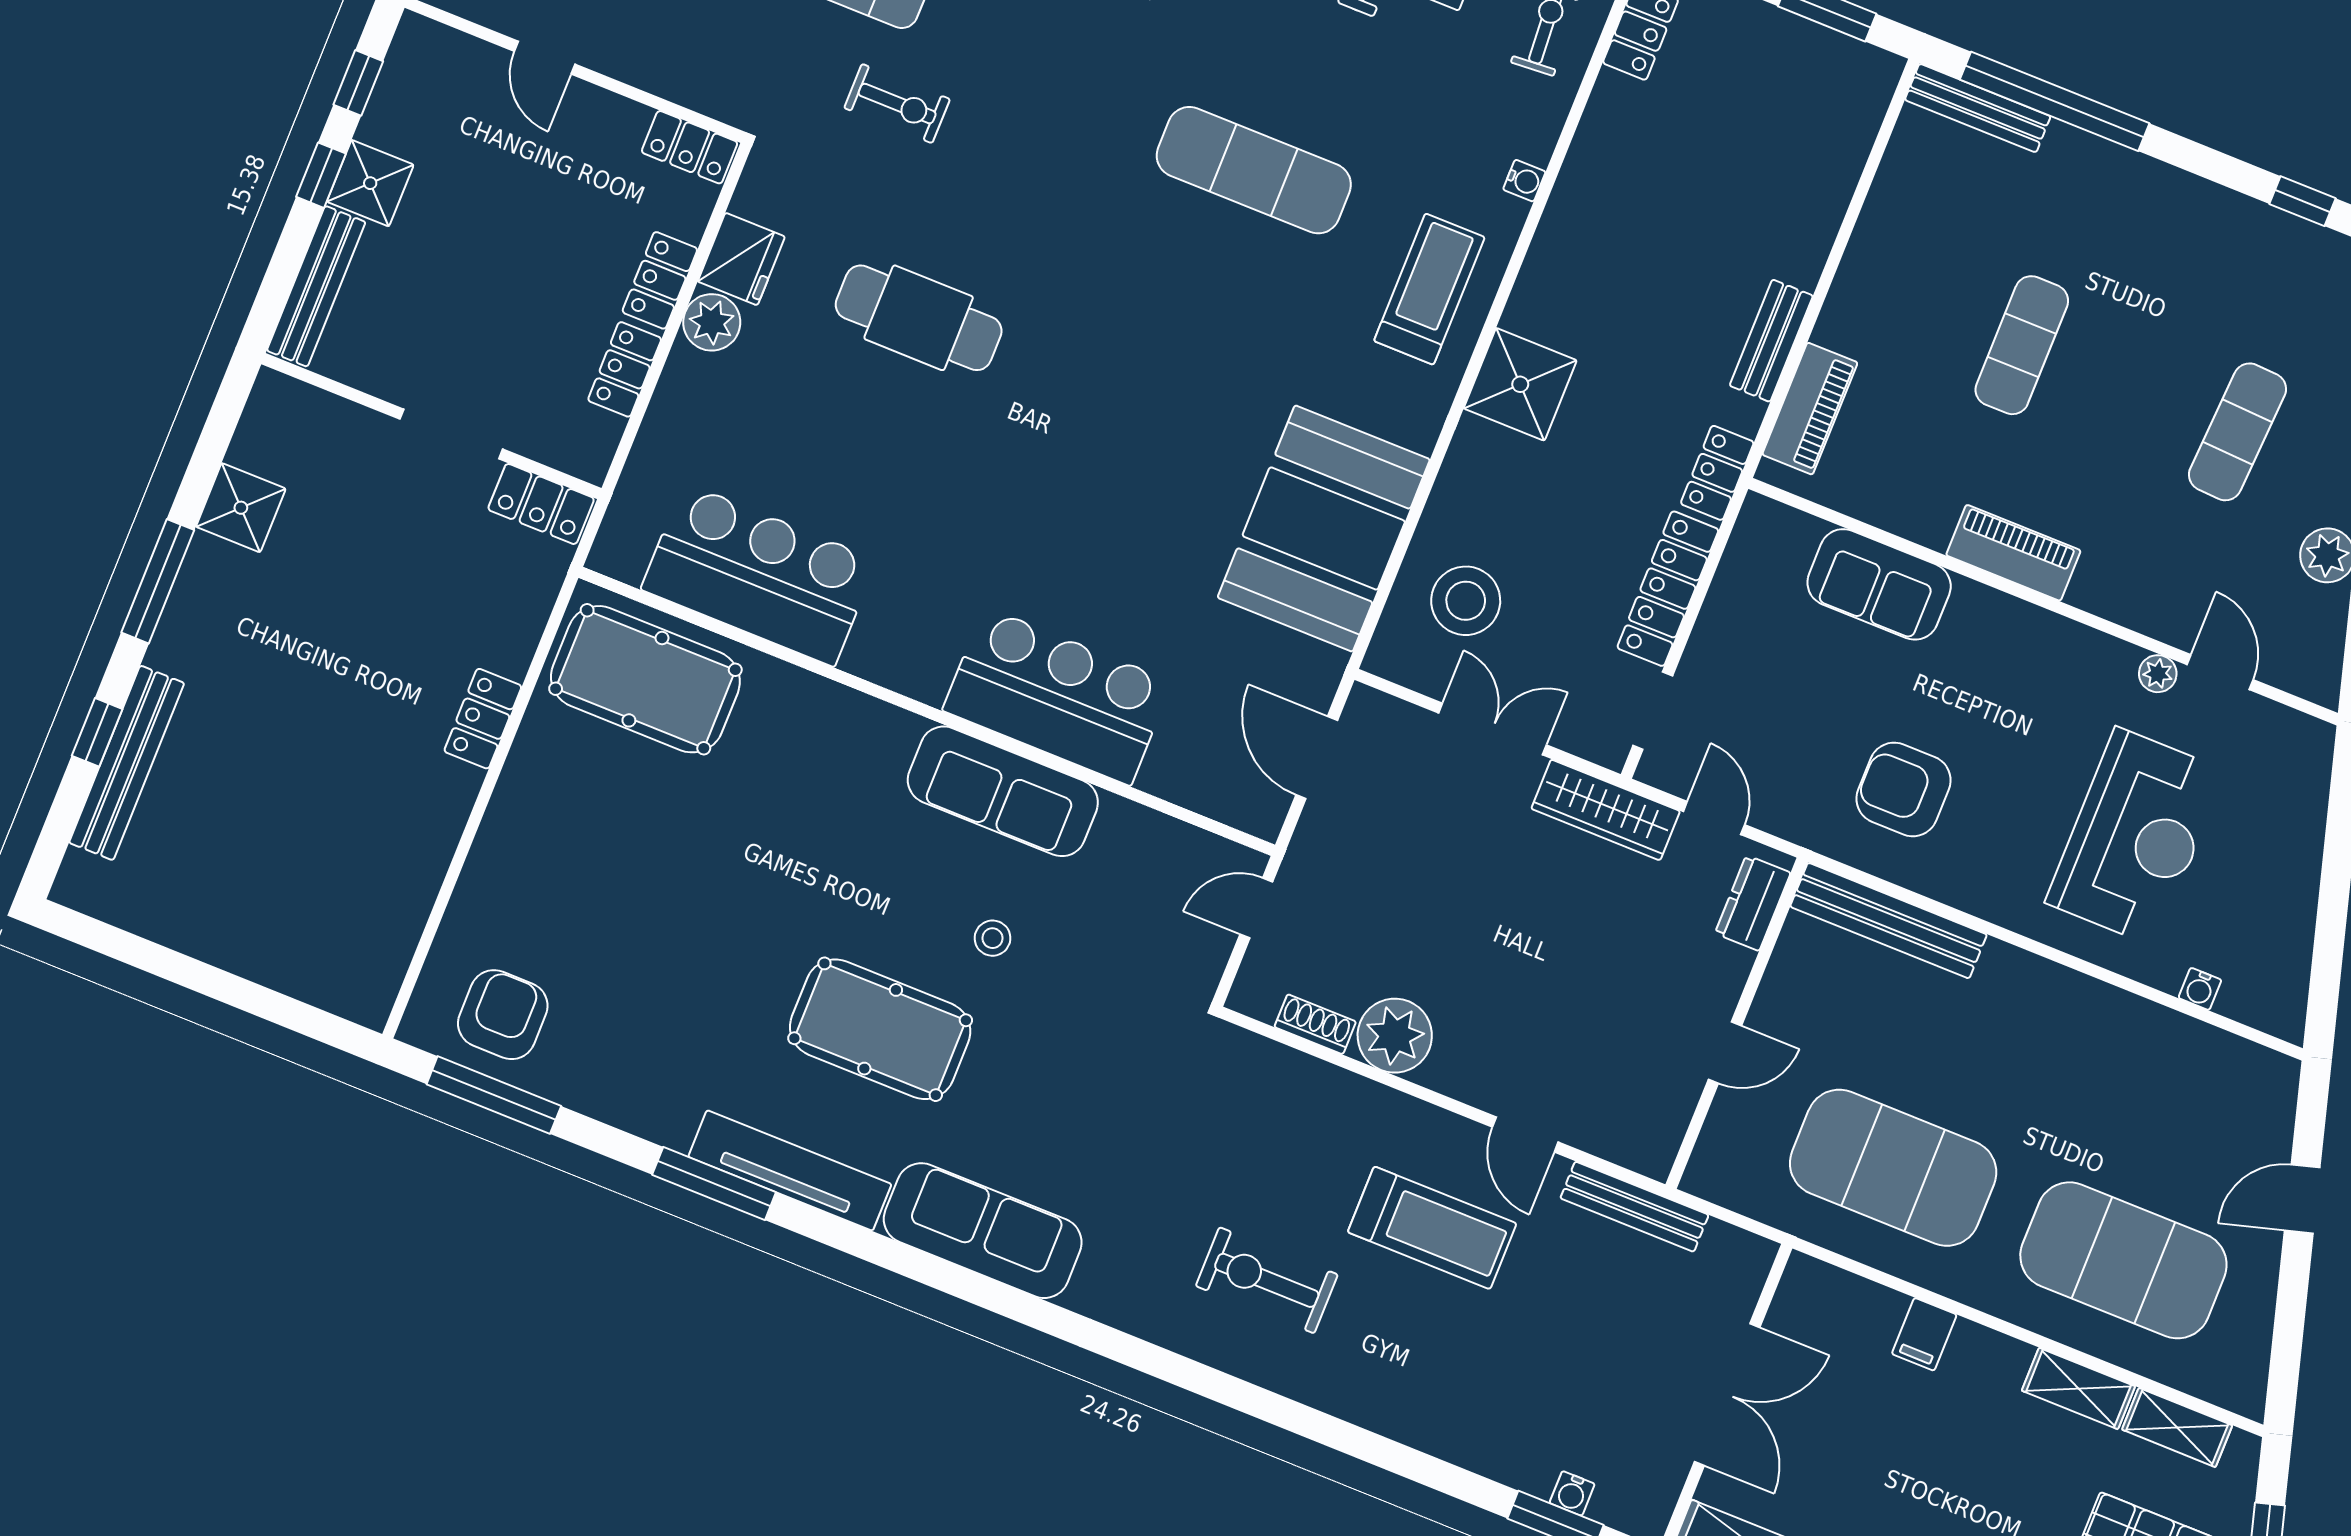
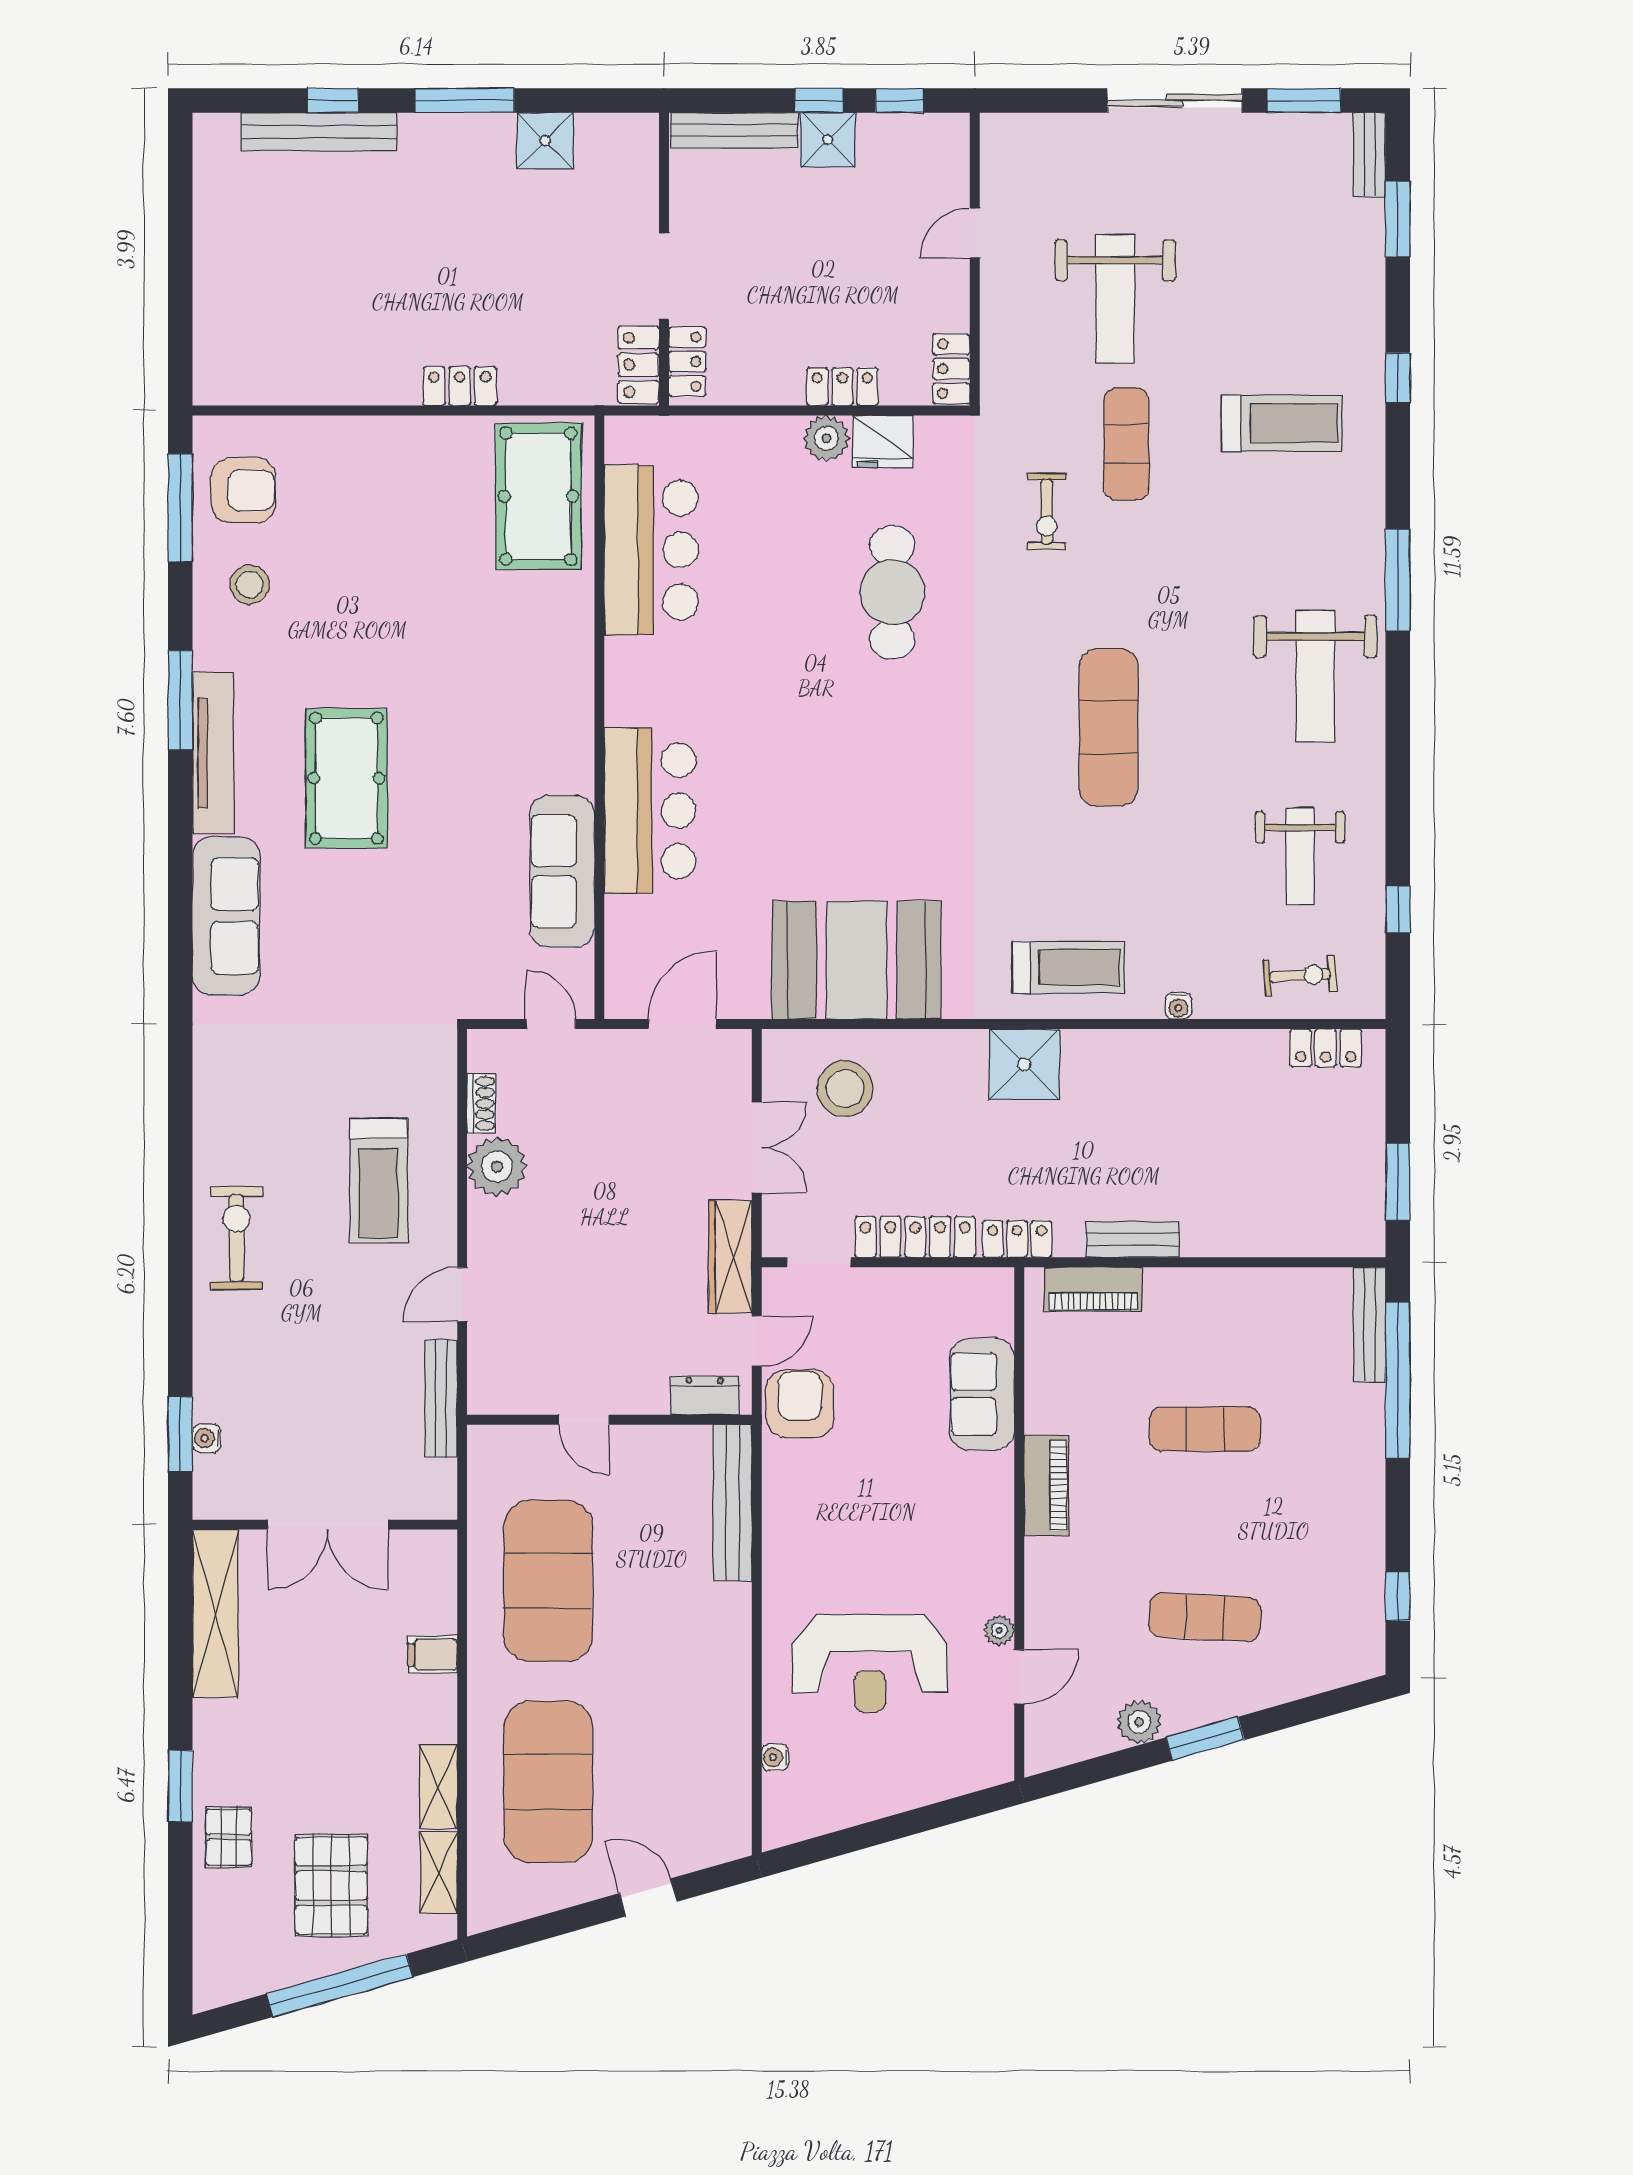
exercise mat: (1254, 170) -> (1109, 727), moved
locker: (625, 369) -> (687, 362), moved, turned 90
armchair: (1904, 789) -> (800, 1404), moved
sofa: (1003, 791) -> (562, 871), moved
stool: (992, 938) -> (250, 585), moved, width x1.37, depth x1.37
treadmill: (1432, 1228) -> (379, 1181), moved
exercise bike: (1267, 1280) -> (236, 1238), moved

